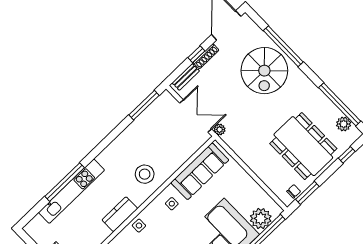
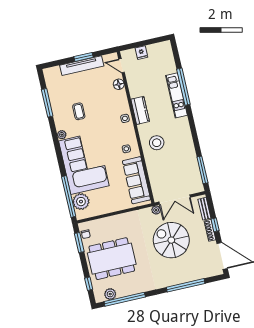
spiral stairs: (264, 71) -> (171, 240), moved
kitchen unit: (71, 191) -> (176, 95), width x0.73

